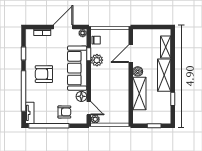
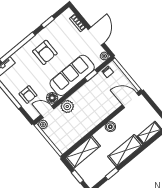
door: (63, 27) -> (96, 36), hinge flipped
door: (131, 54) -> (131, 100), moved
plant: (97, 60) -> (67, 106), moved
armchair: (44, 74) -> (45, 52), turned 180
shelving: (139, 93) -> (83, 152), moved
door: (89, 108) -> (47, 112), swing flipped

